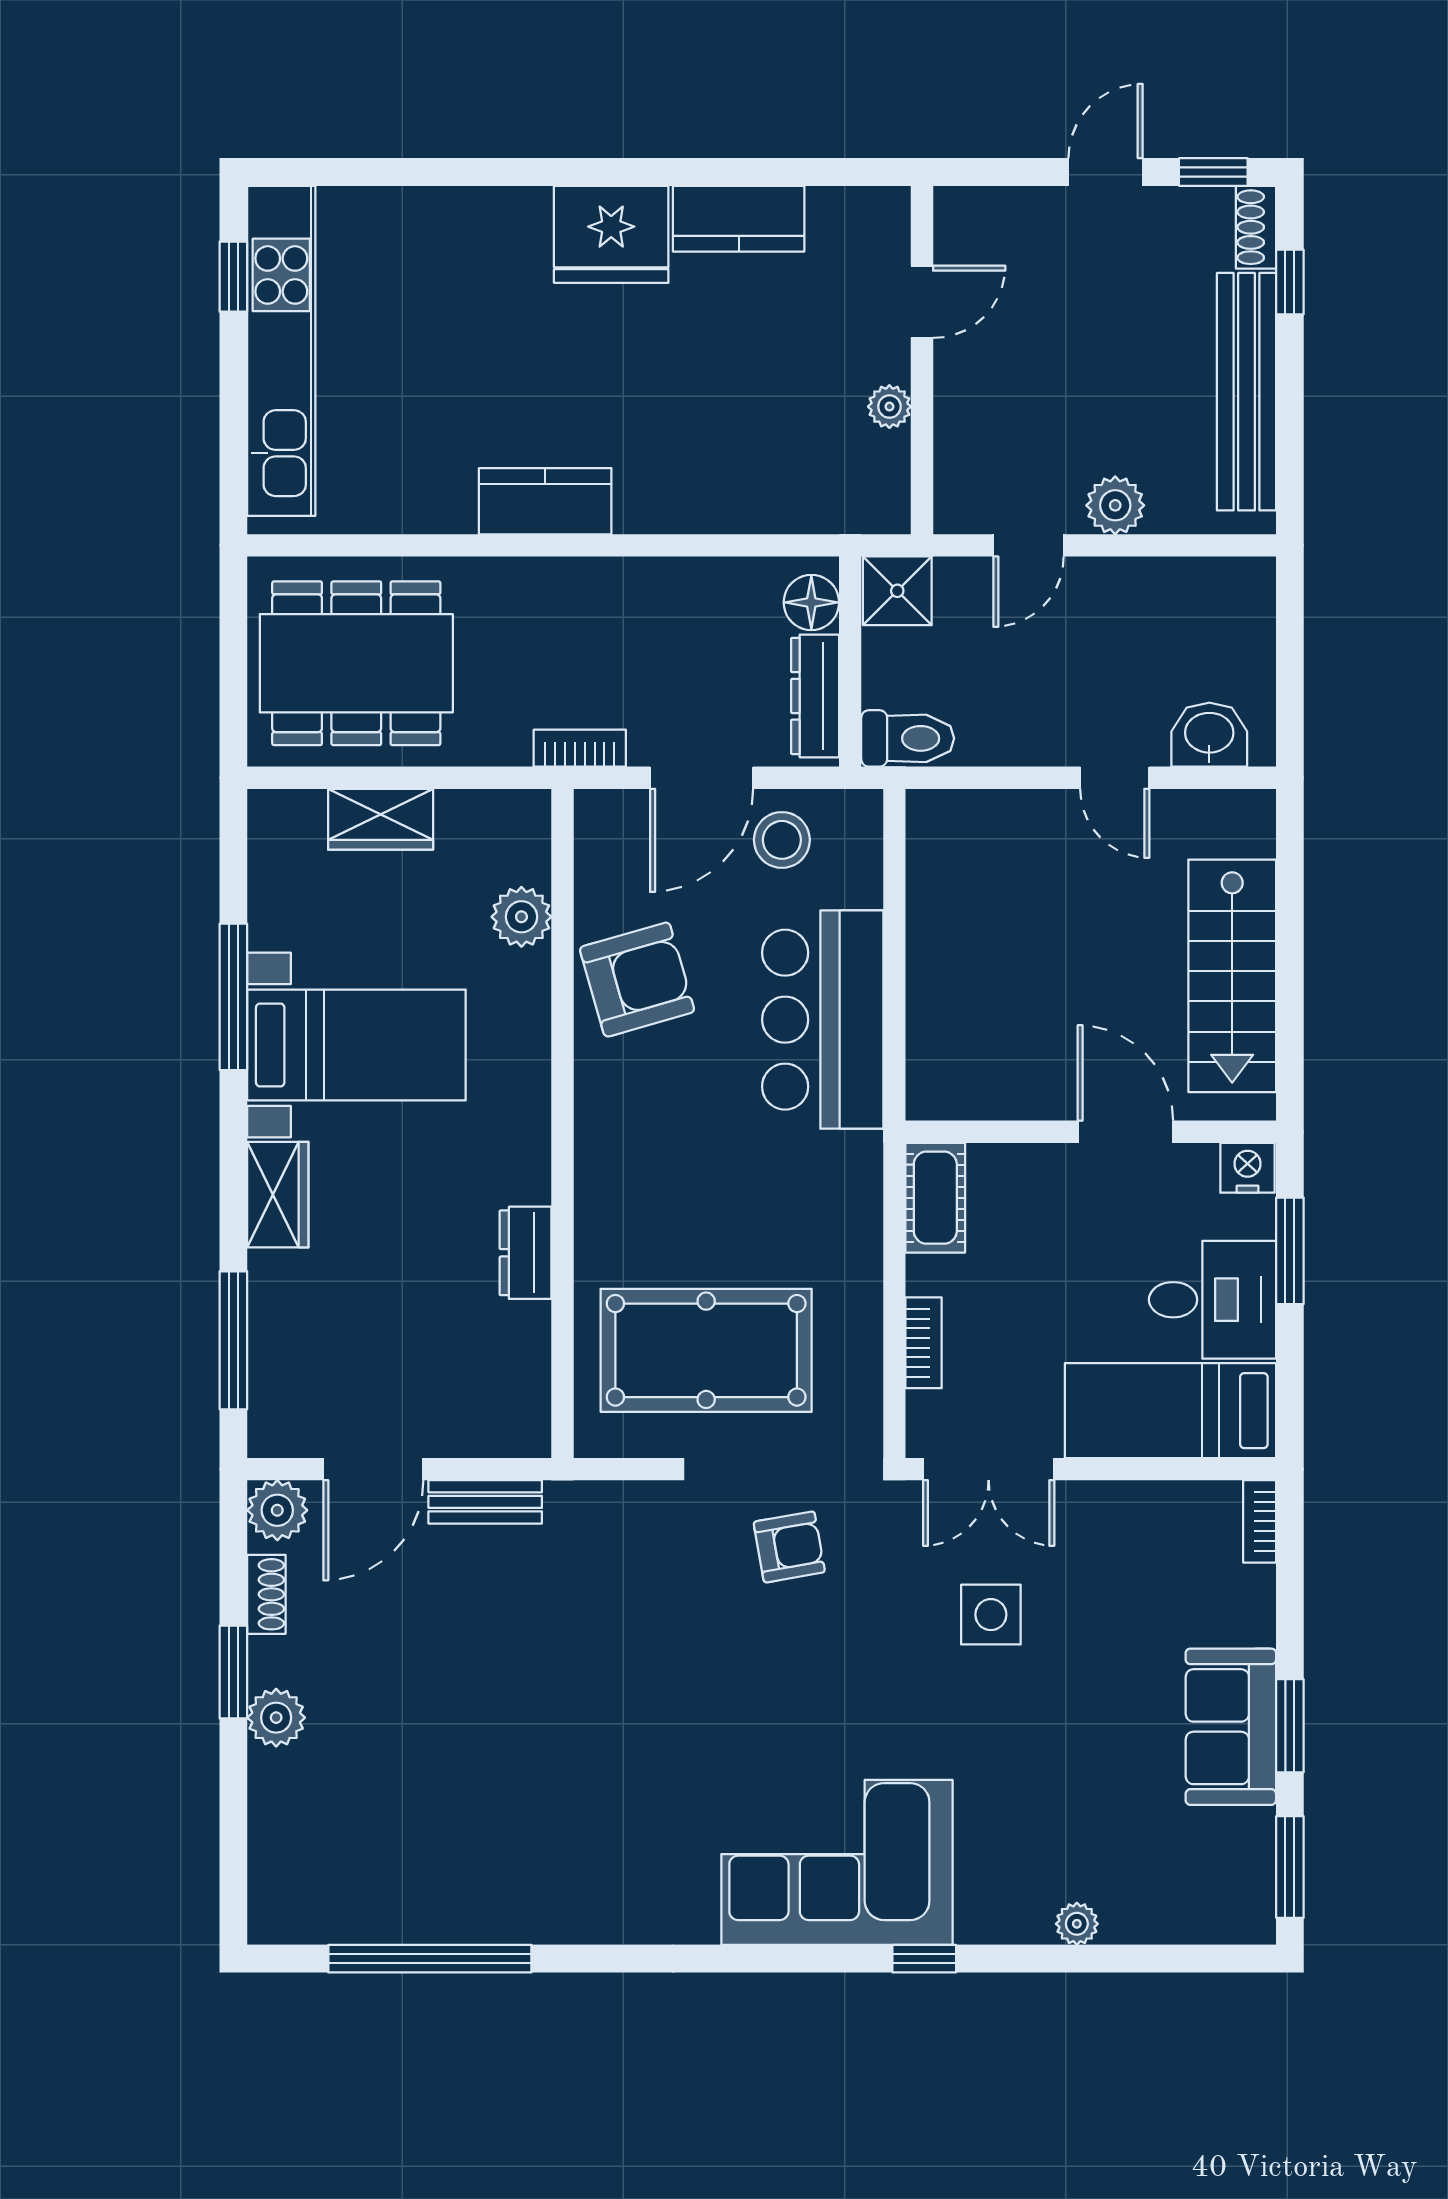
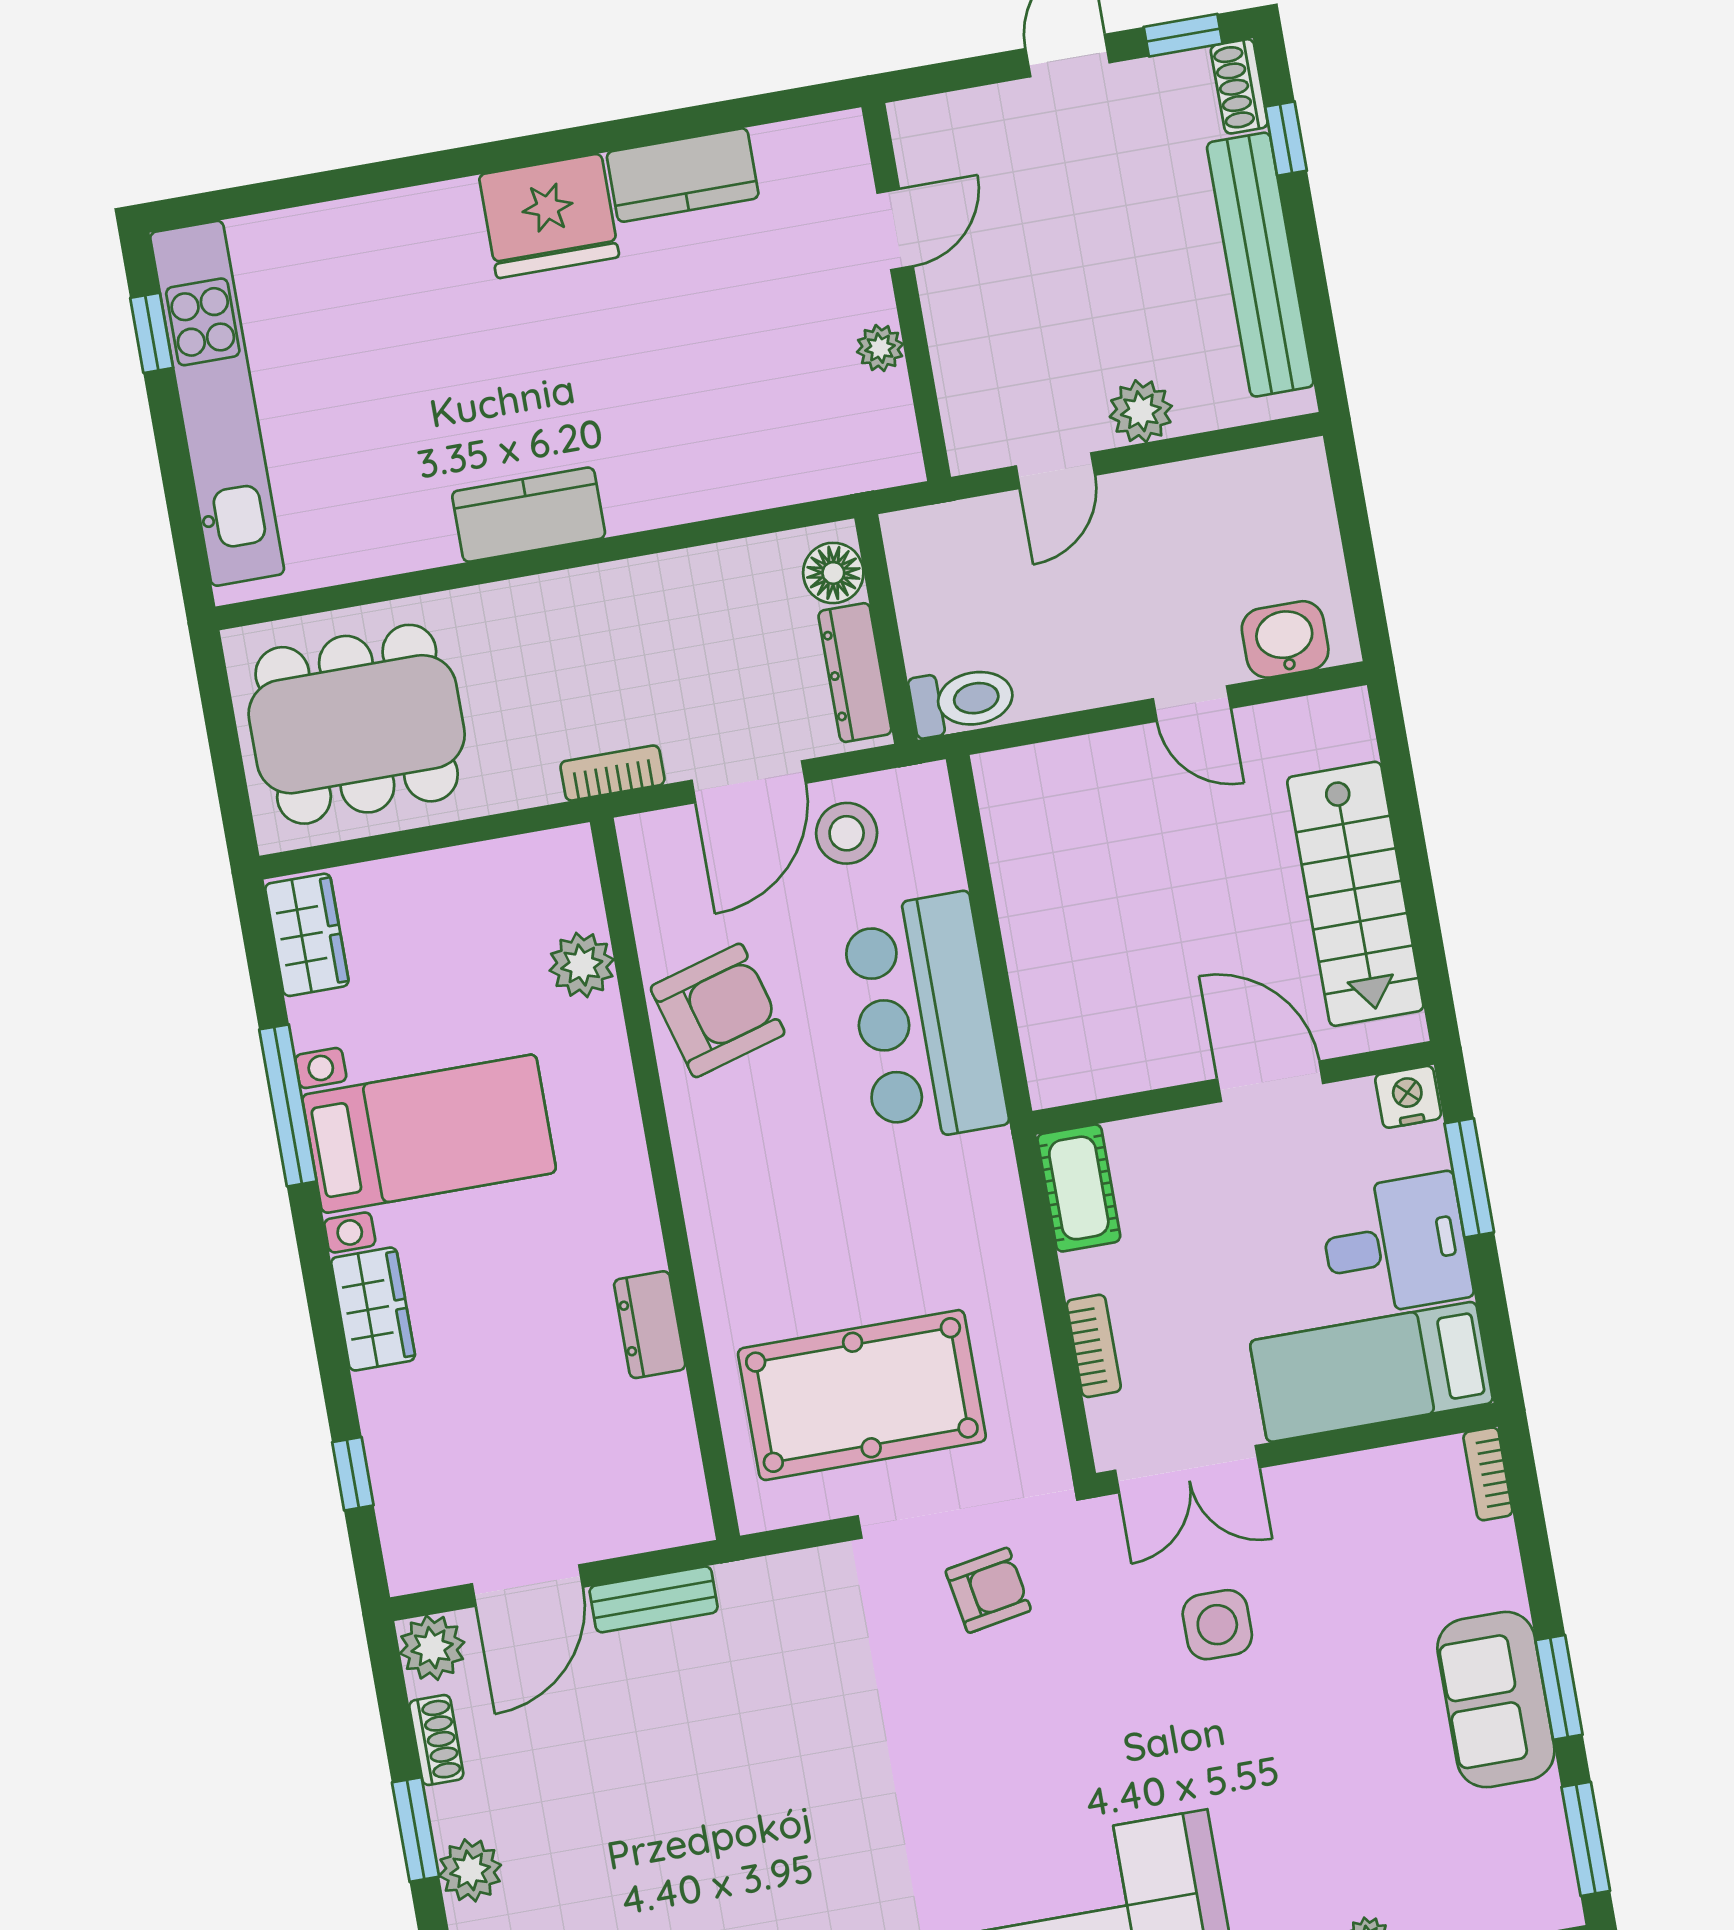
shower: (897, 591) -> (923, 544), removed
wardrobe: (381, 819) -> (307, 935), moved, turned -90
window: (233, 1340) -> (353, 1474), width x0.46

